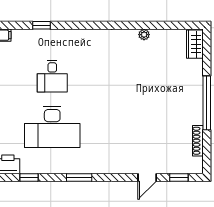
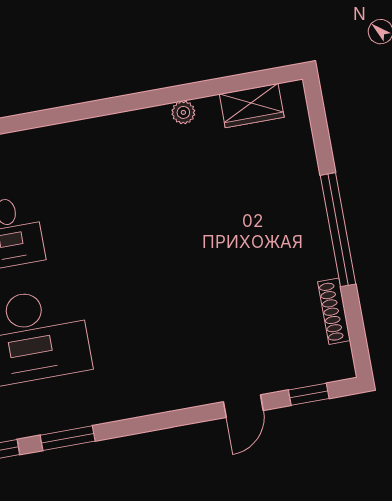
wardrobe: (195, 44) -> (252, 106), moved, turned -90
window: (79, 178) -> (68, 438), moved

